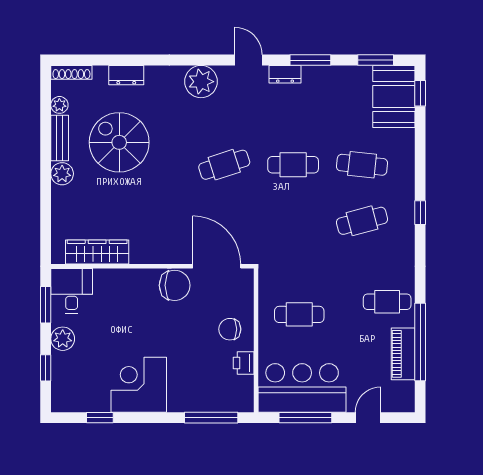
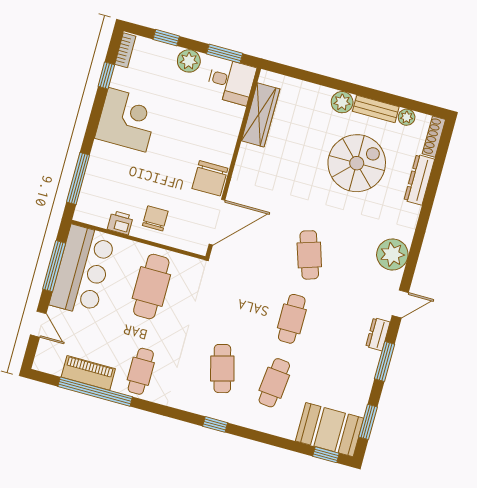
dresser: (126, 75) -> (419, 180), width x1.44
cafe table: (299, 314) -> (151, 287), width x1.37, depth x1.35
bookcase: (69, 405) -> (125, 50), added

